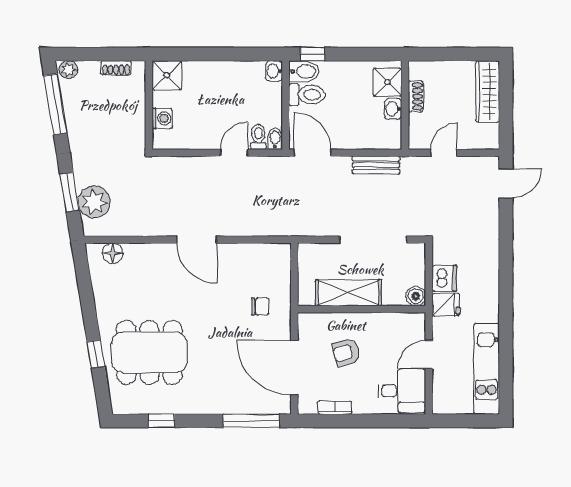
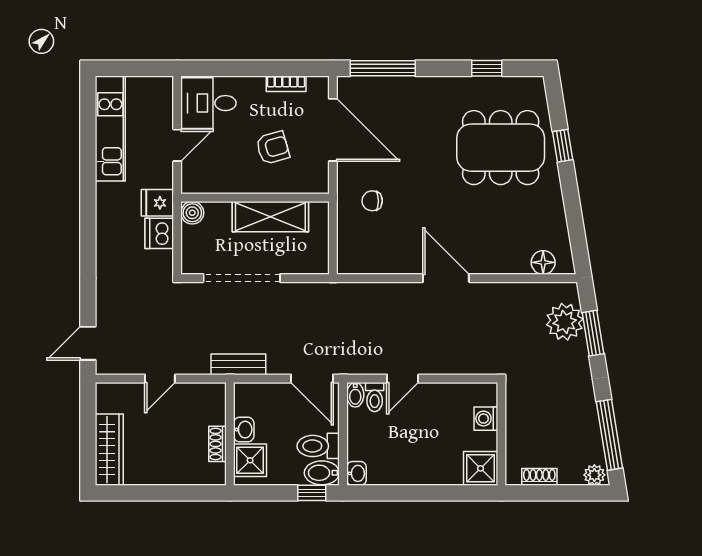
shower: (388, 82) -> (250, 460), moved
shoe rack: (416, 96) -> (218, 444), moved
wall: (405, 105) -> (230, 434), moved
washbasin: (393, 109) -> (244, 430), moved

